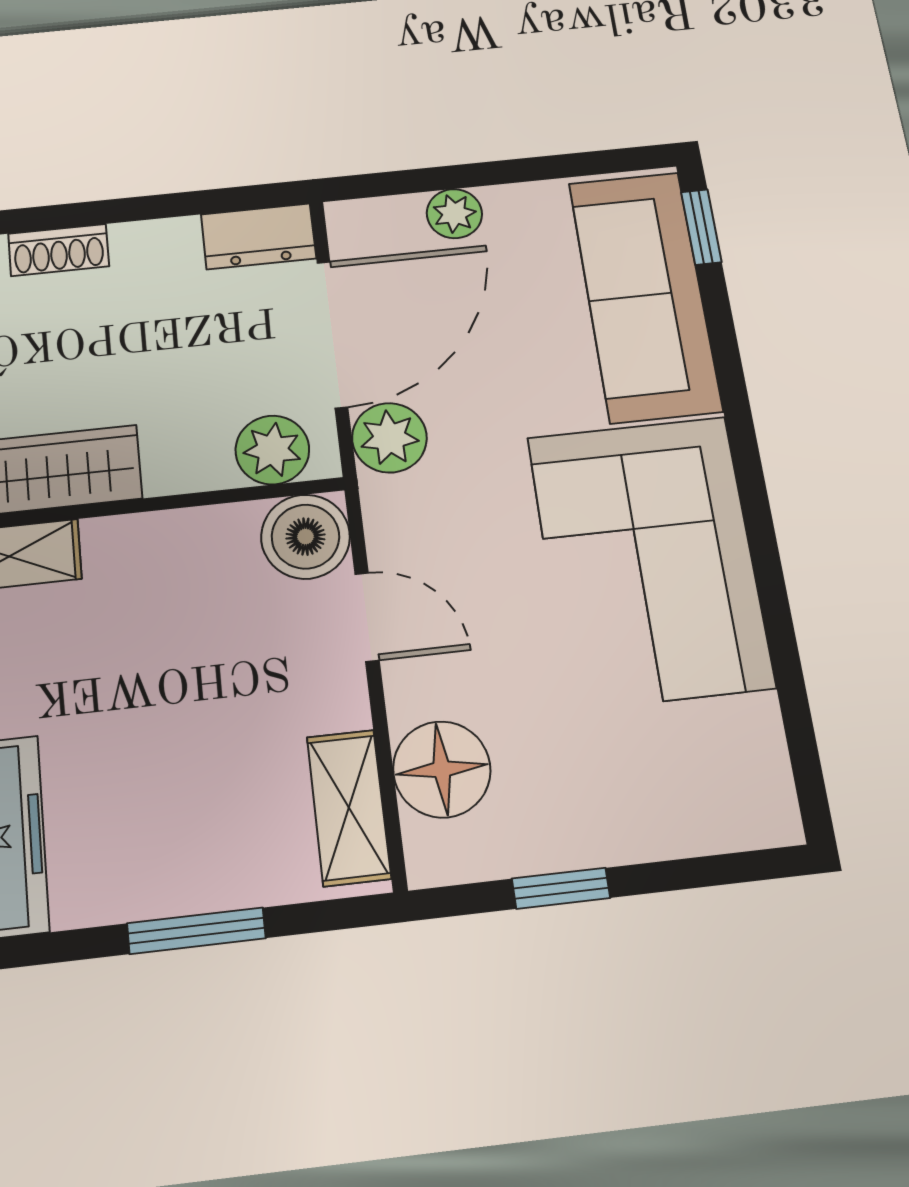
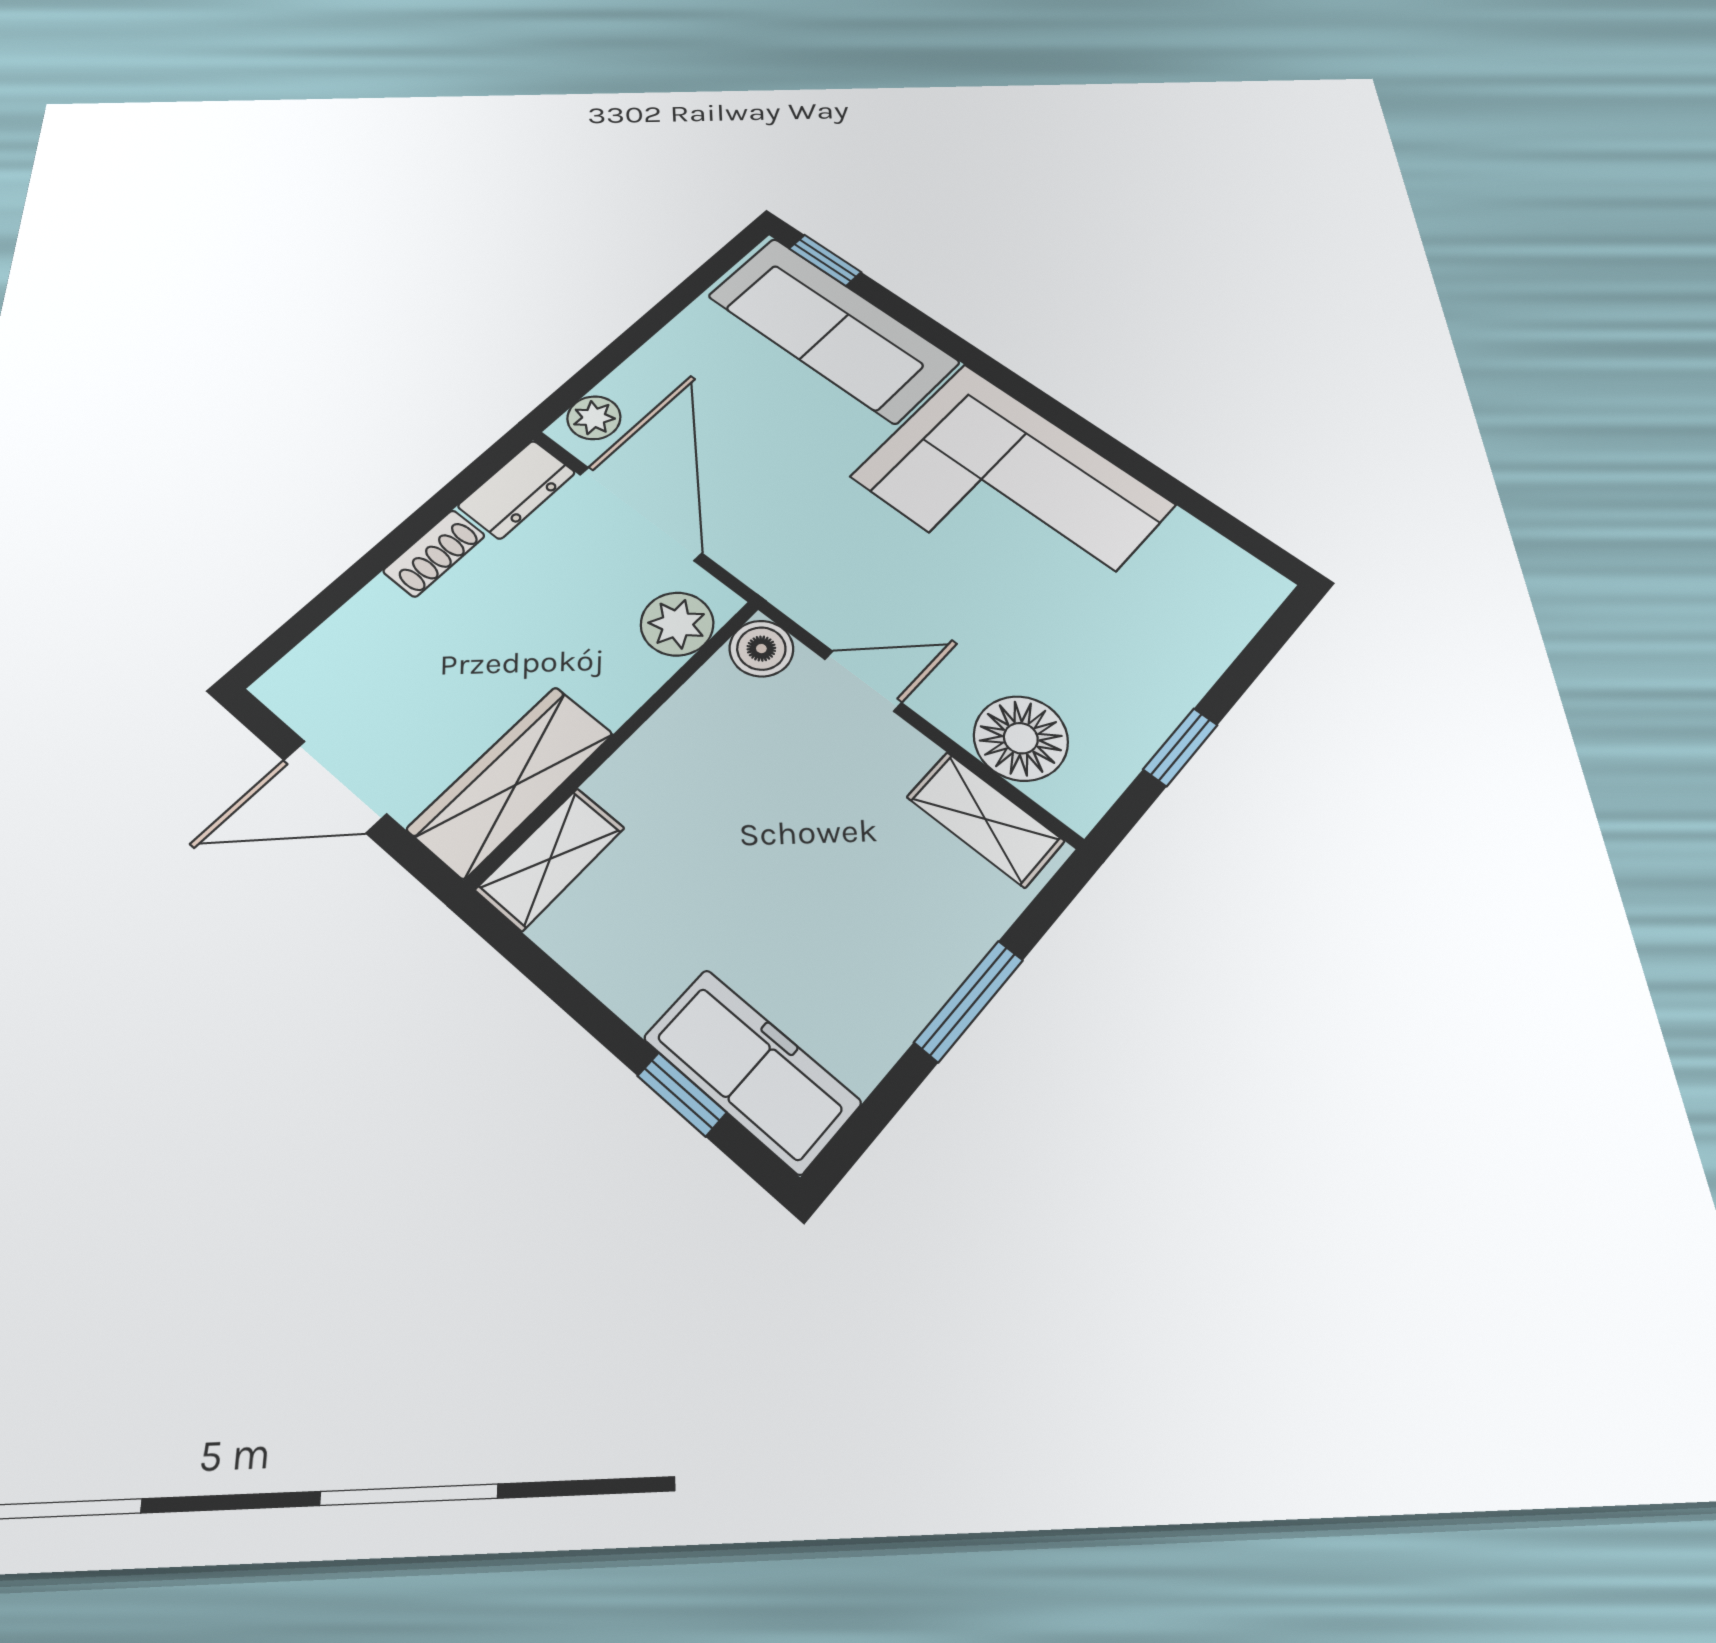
plant: (454, 214) -> (594, 418), moved
shoe rack: (59, 250) -> (434, 553), moved
plant: (389, 438) -> (754, 550), removed
boiler: (305, 537) -> (761, 649), width x0.73, depth x0.73

